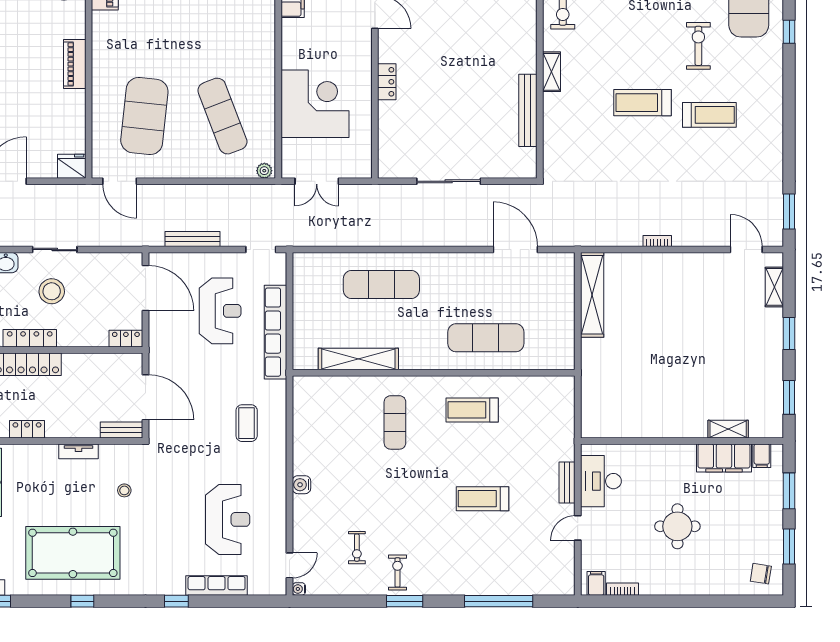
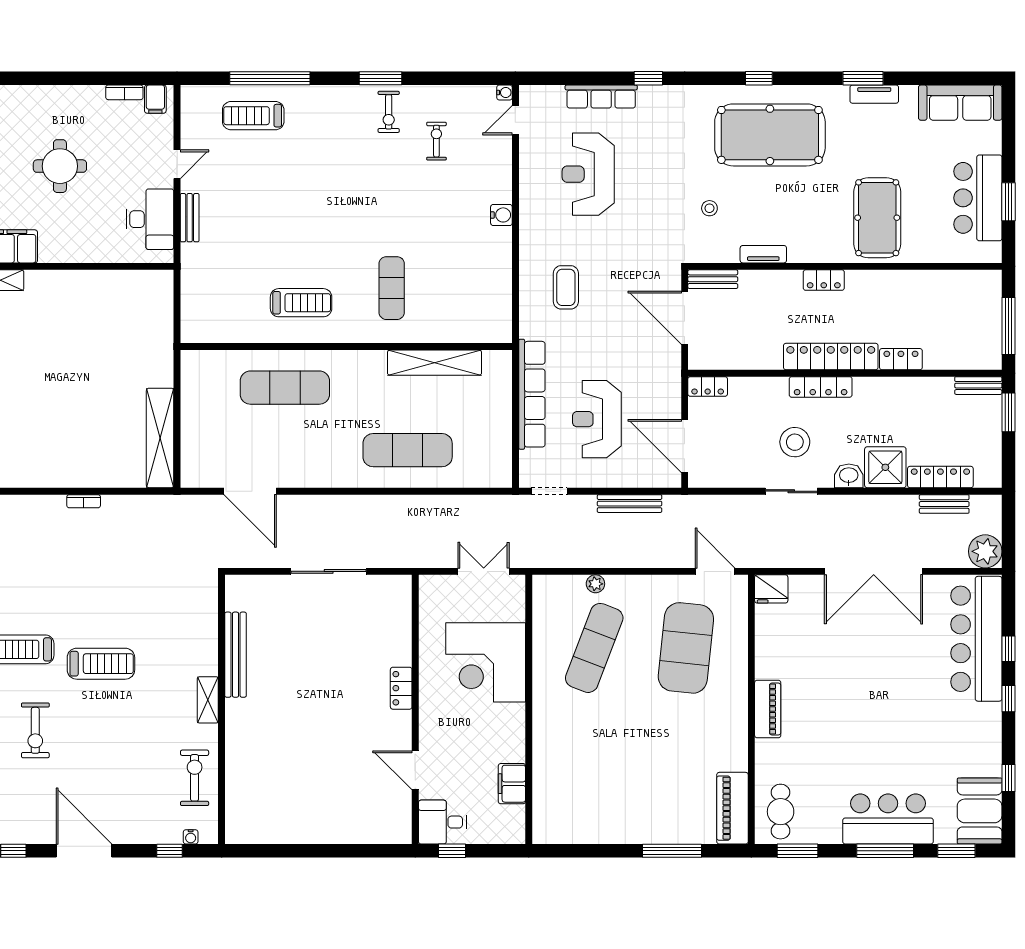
exercise mat: (222, 116) -> (594, 648), turned 42
plant: (264, 171) -> (595, 584), moved
treadmill: (483, 499) -> (253, 116), moved, turned 180

